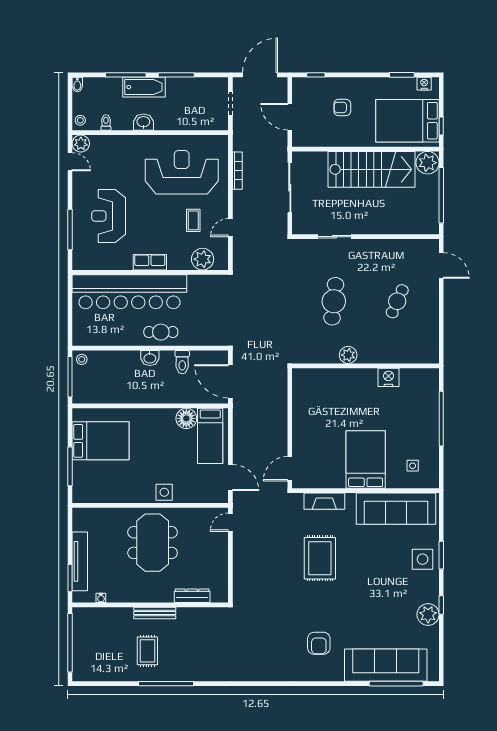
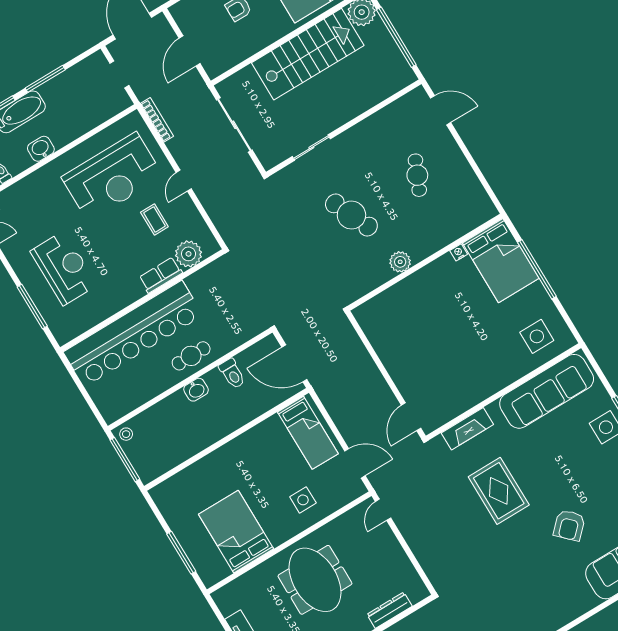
door: (290, 117) -> (190, 51), hinge flipped
bookcase: (237, 171) -> (157, 120), moved
reception desk: (182, 172) -> (112, 177), turned 180
reception desk: (109, 216) -> (64, 268), turned 180
door: (230, 228) -> (184, 181), moved
row of seats: (150, 262) -> (161, 275), moved
cafe table: (334, 301) -> (351, 215), turned -30
nightstand: (388, 377) -> (459, 252), width x0.53, depth x0.56
floor lamp: (186, 418) -> (272, 430), removed
bed: (101, 441) -> (236, 532), moved, turned -90
bed: (366, 460) -> (501, 261), moved, turned 180
side table: (413, 466) -> (537, 336), width x1.87, depth x1.87
side table: (164, 492) -> (303, 500), moved
armchair: (319, 643) -> (569, 525), moved, turned 45

